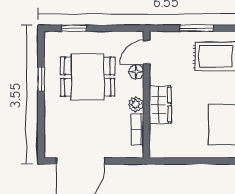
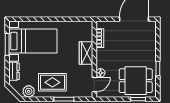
dining table: (88, 77) -> (136, 81), moved
plant: (136, 104) -> (101, 53), removed

